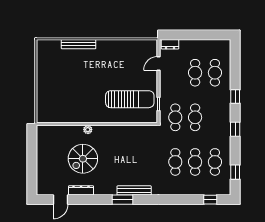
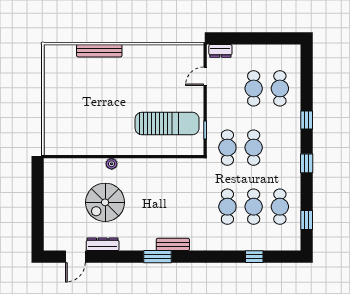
bench: (134, 190) -> (173, 244), width x0.73
window: (210, 200) -> (254, 257), moved

